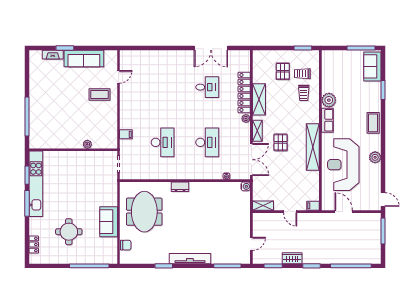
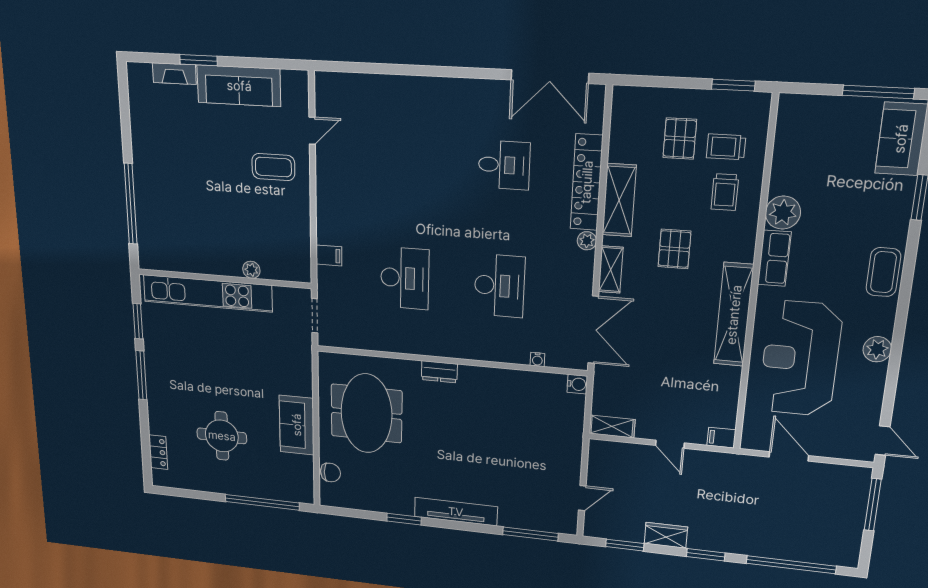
double door: (211, 48) -> (550, 77), moved
pallet: (281, 142) -> (674, 249), moved
kitchen unit: (36, 184) -> (208, 293), moved, turned 90

